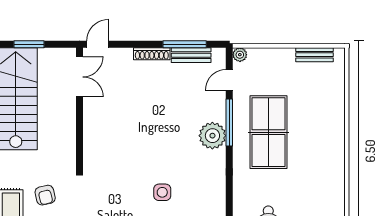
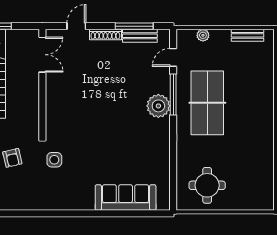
door: (98, 44) -> (76, 26), moved
plant: (240, 55) -> (203, 35), moved
side table: (162, 192) -> (54, 160), moved

